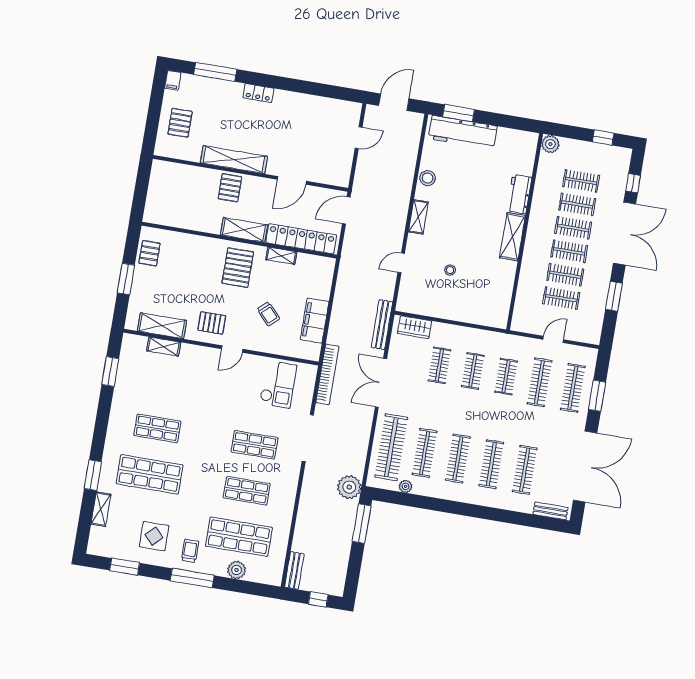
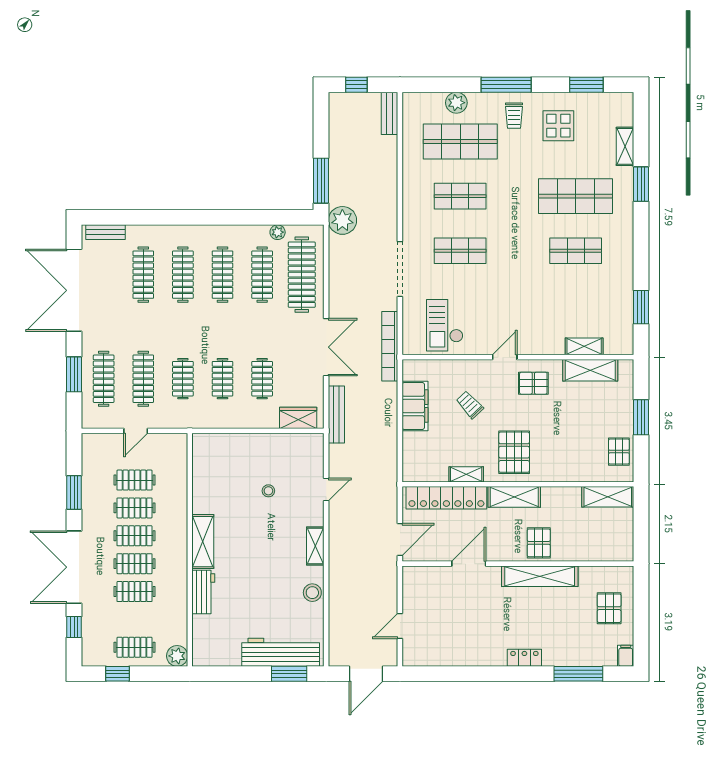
clothes rail: (581, 181) -> (134, 647), moved
shelving: (165, 217) -> (608, 497), added

